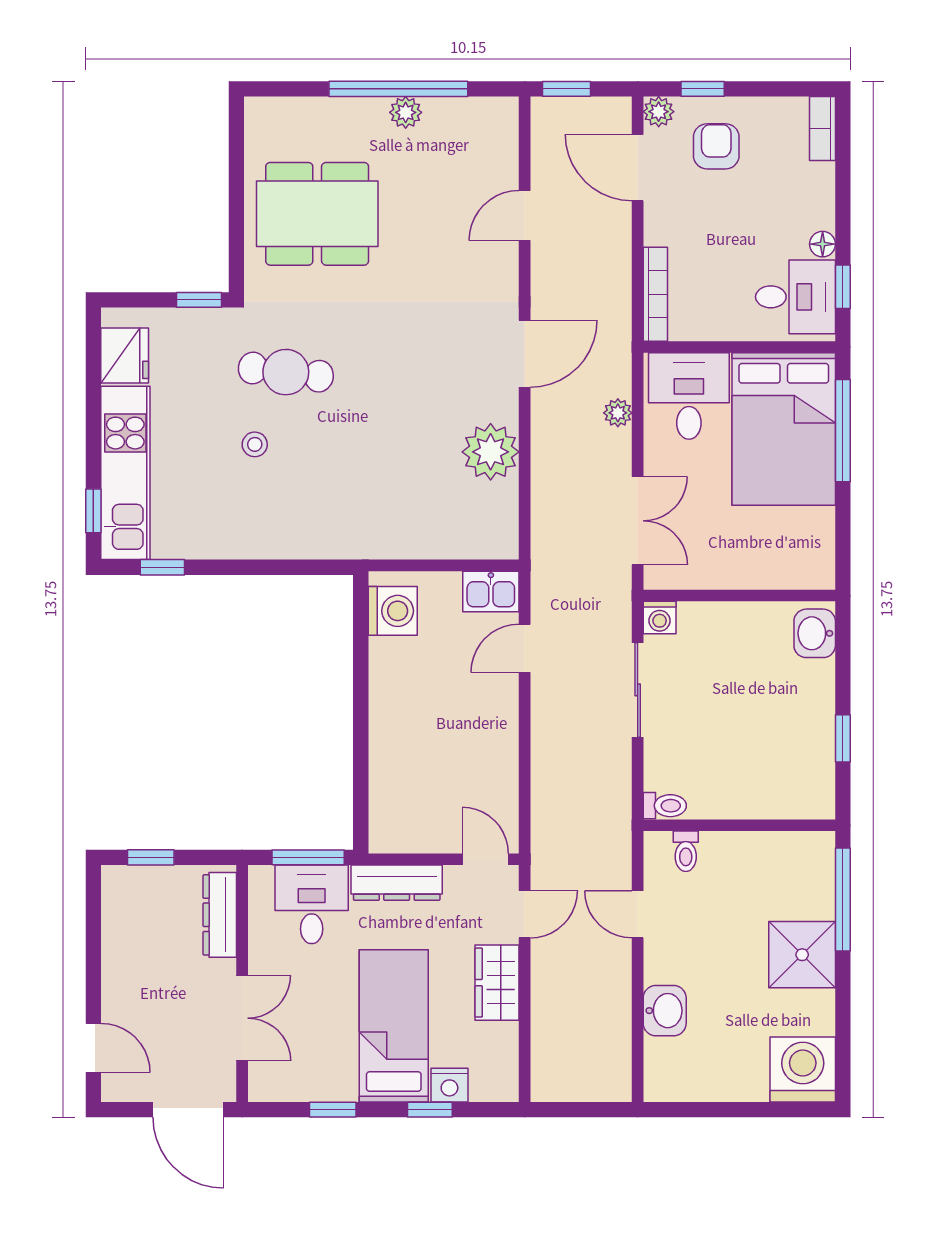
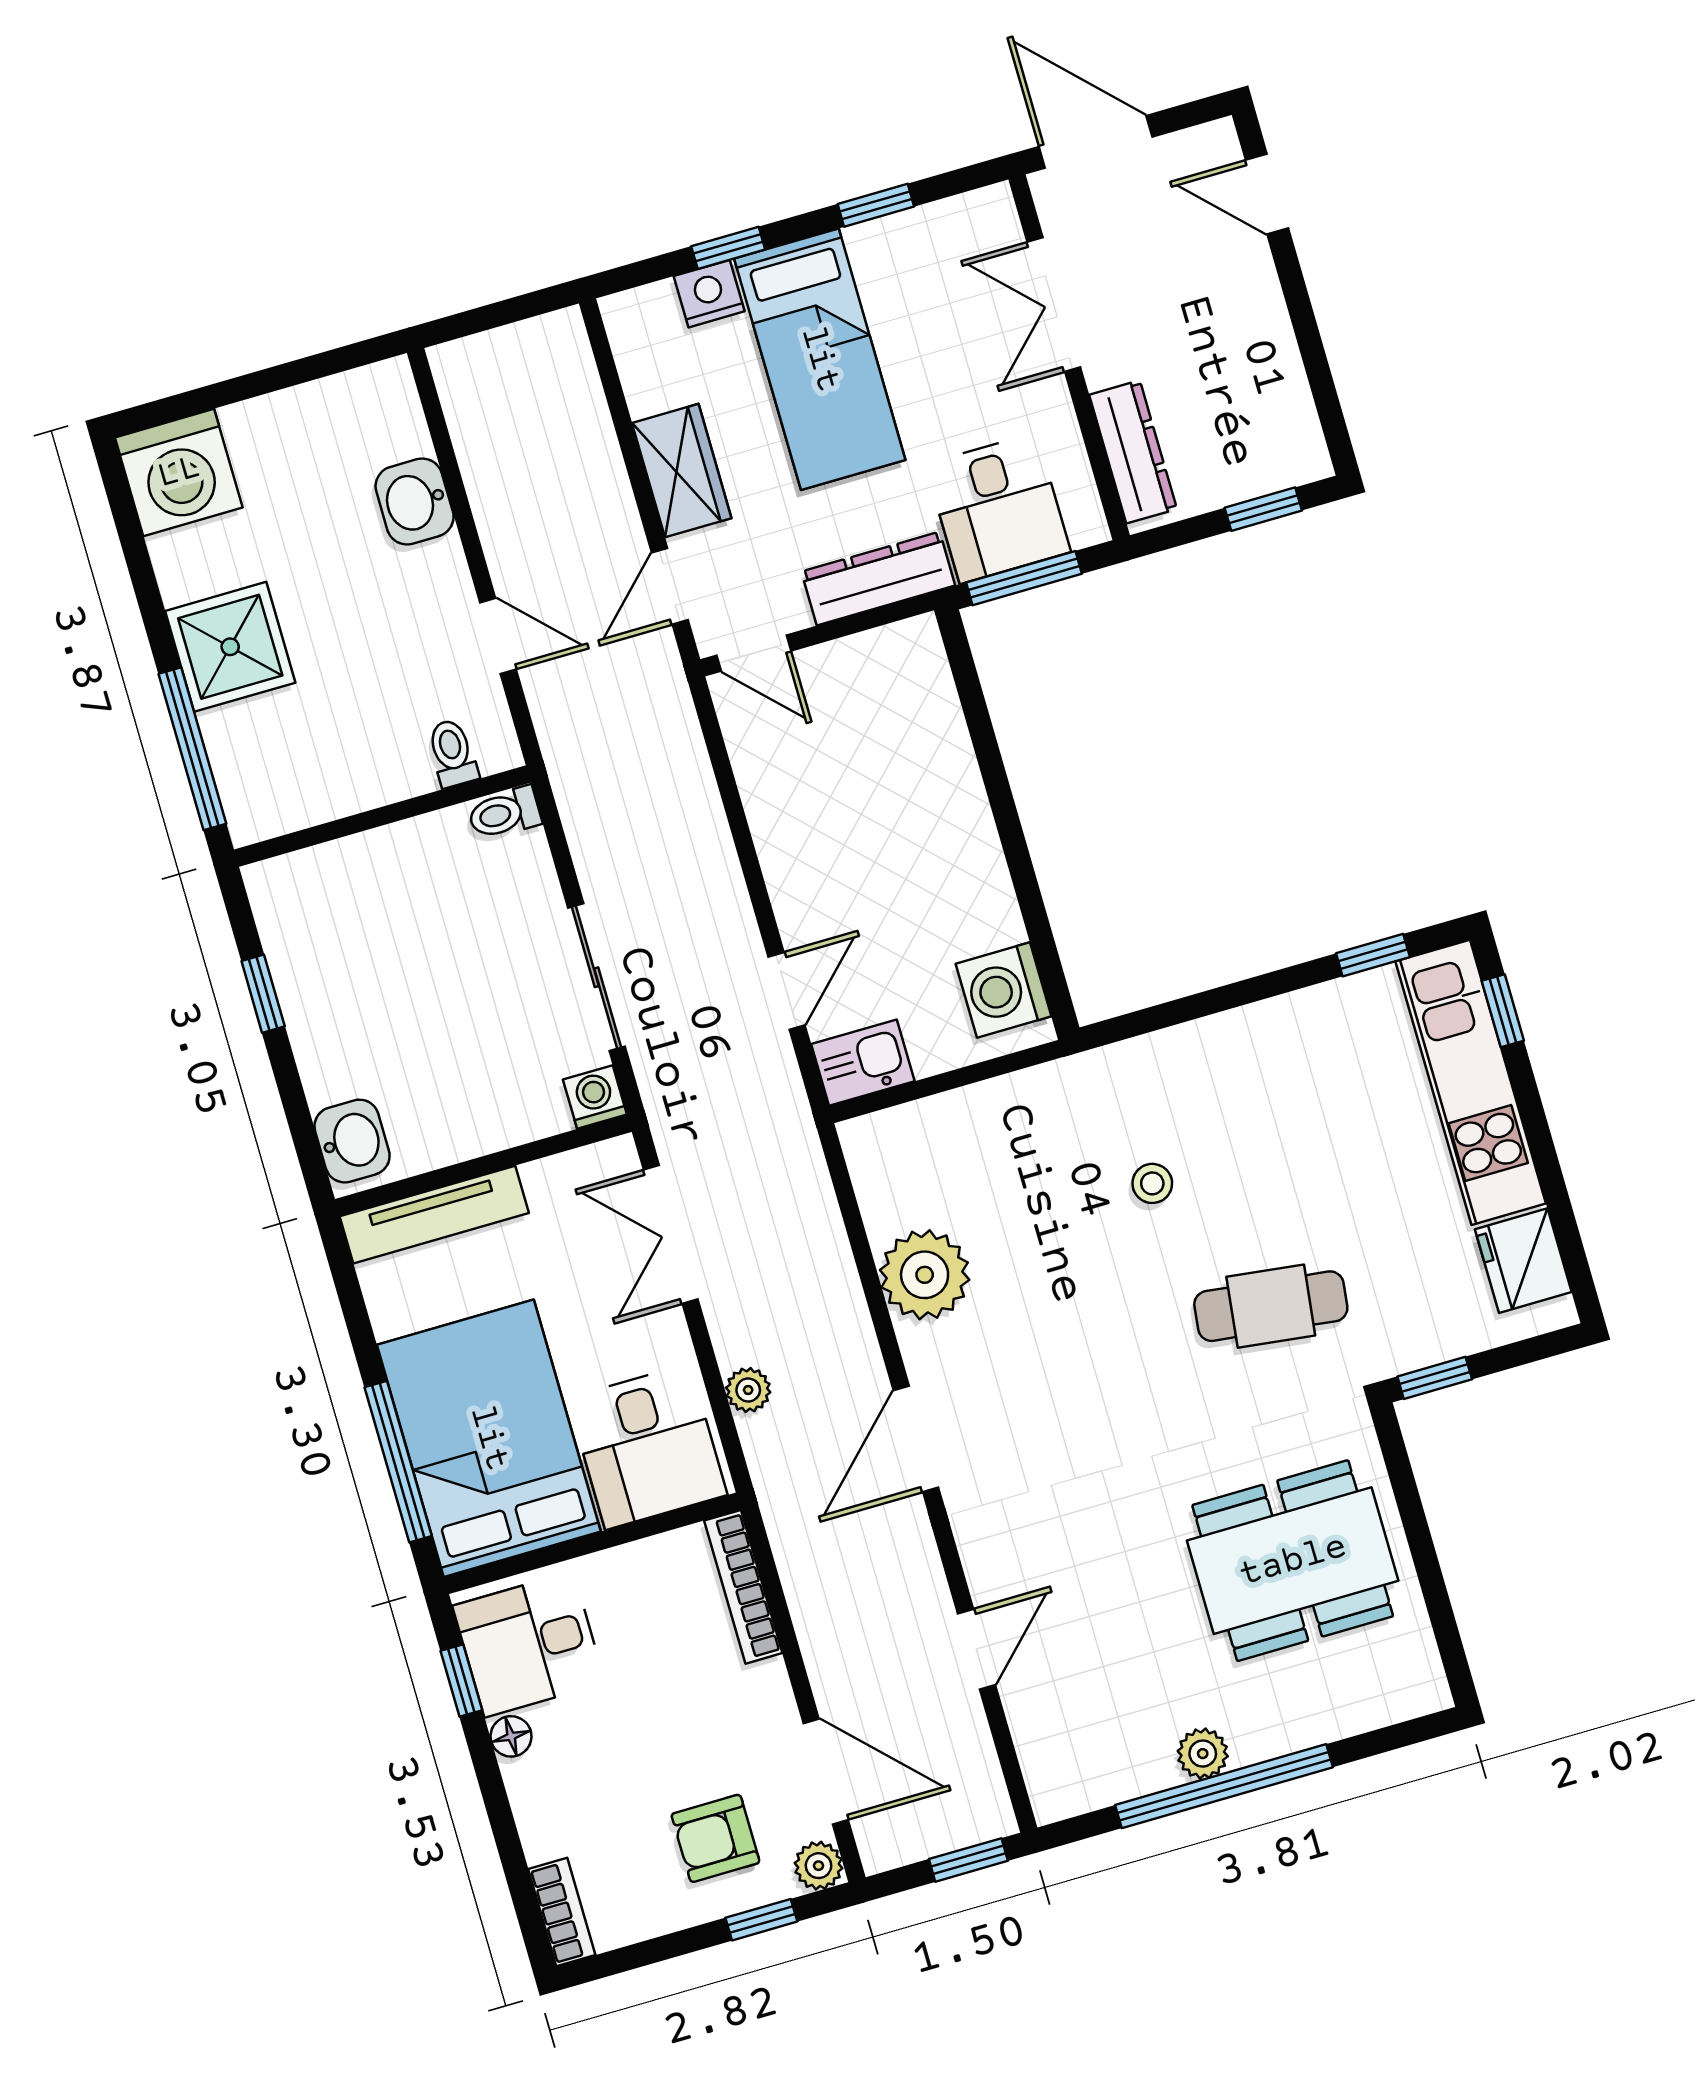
armchair: (716, 146) -> (715, 1838), turned 90
stool: (255, 444) -> (1152, 1183), moved
tv unit: (778, 574) -> (434, 1215), added

